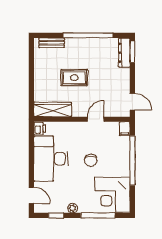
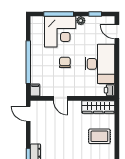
rug: (74, 78) -> (99, 136), moved
door: (96, 119) -> (61, 98), hinge flipped
corner desk: (112, 195) -> (60, 32), moved, turned 90

